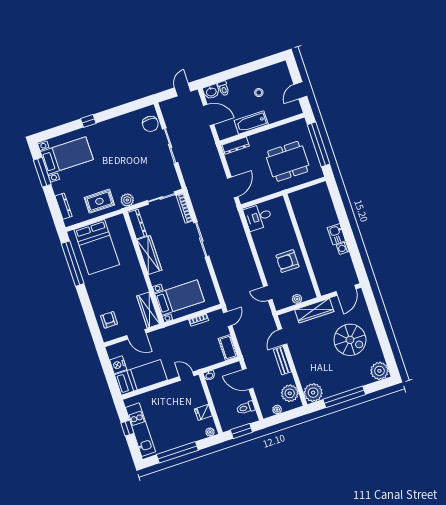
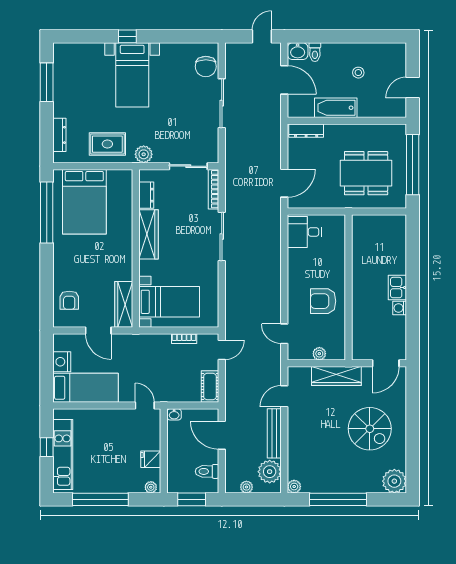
bed with nightstands: (67, 156) -> (132, 75), moved, turned 90
dresser: (137, 224) -> (146, 195), width x0.70
armchair: (109, 320) -> (69, 300), turned 180
bench: (283, 361) -> (274, 433), width x1.36
plant: (313, 393) -> (294, 487), width x0.53, depth x0.53

